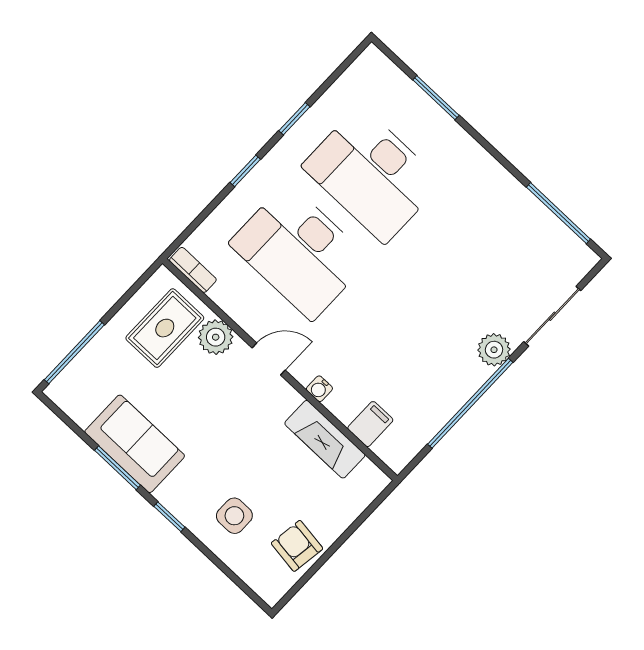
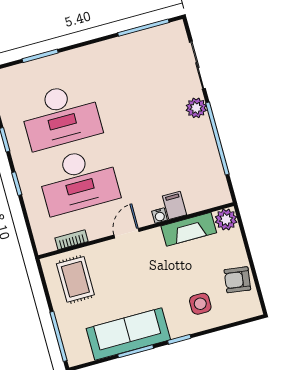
bookcase: (193, 270) -> (71, 240), moved
plant: (216, 337) -> (226, 220), moved
filing cabinet: (370, 424) -> (175, 205), moved
sofa: (135, 444) -> (128, 334), width x1.36

